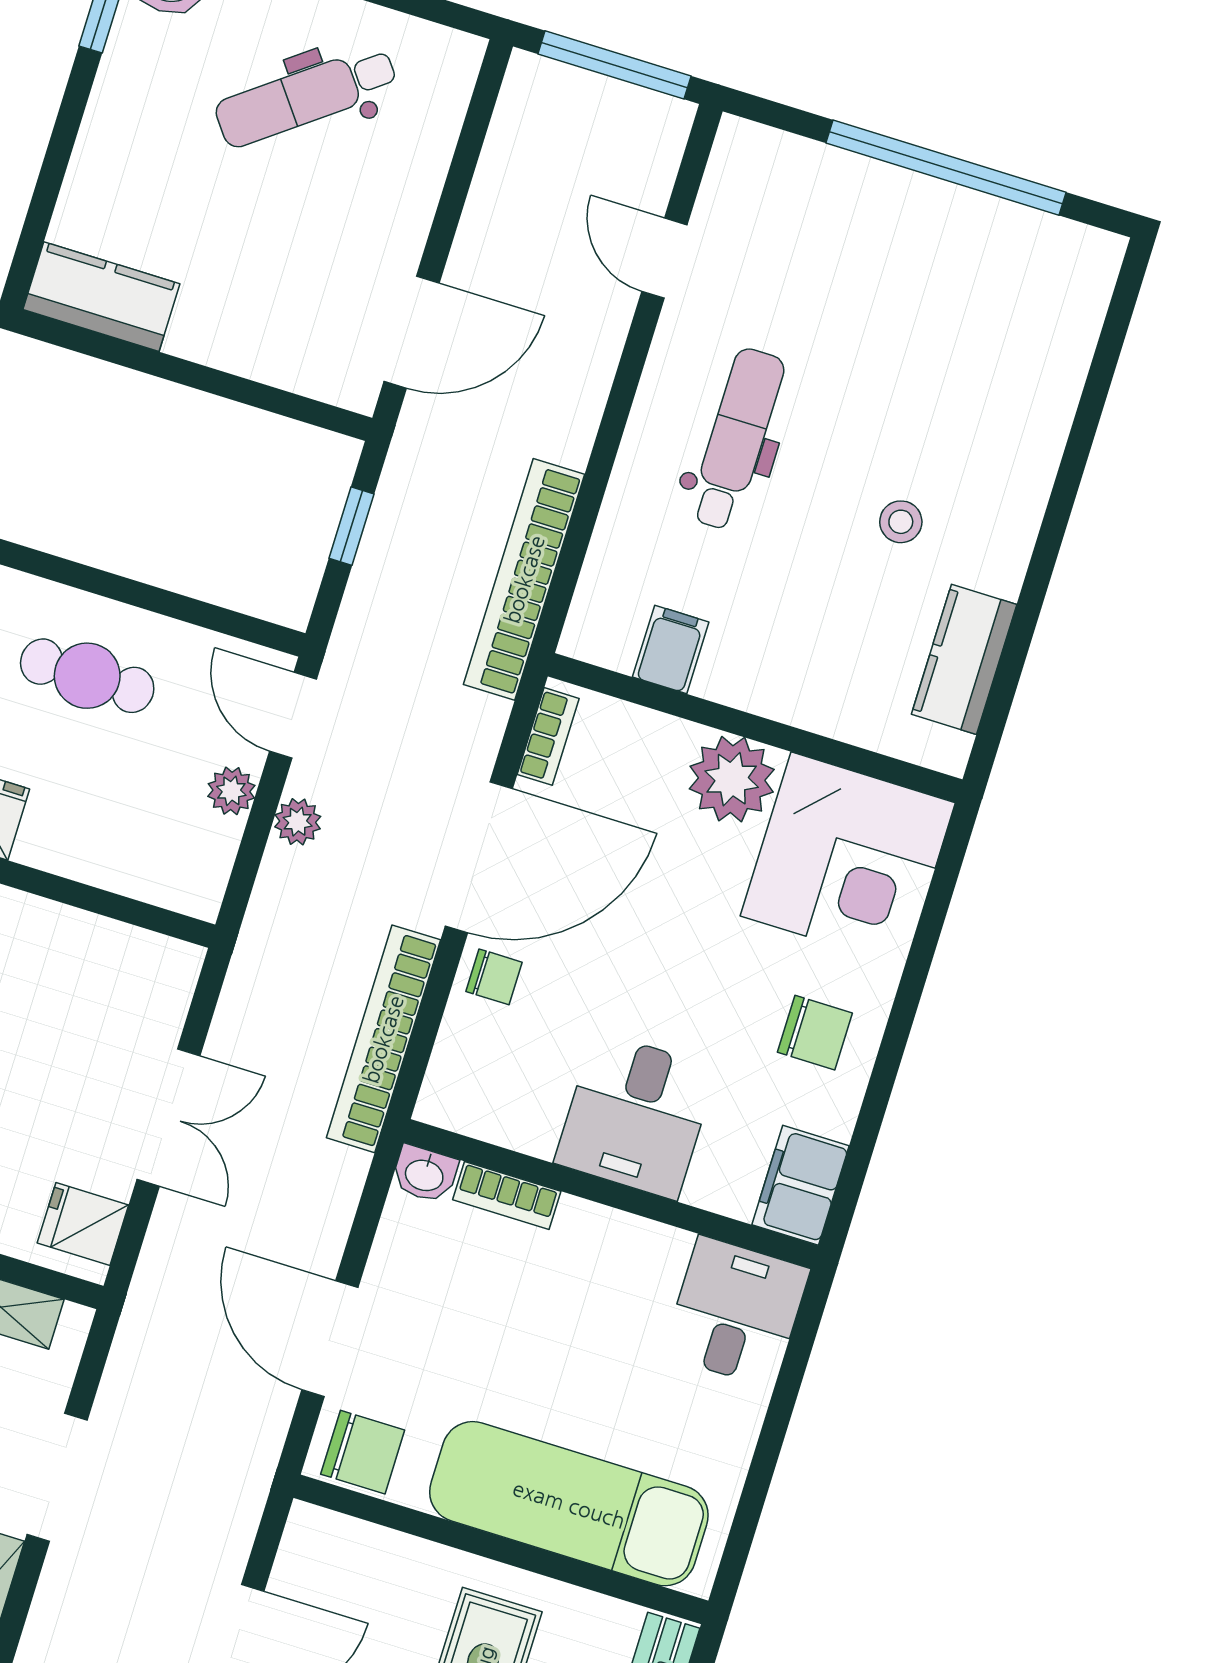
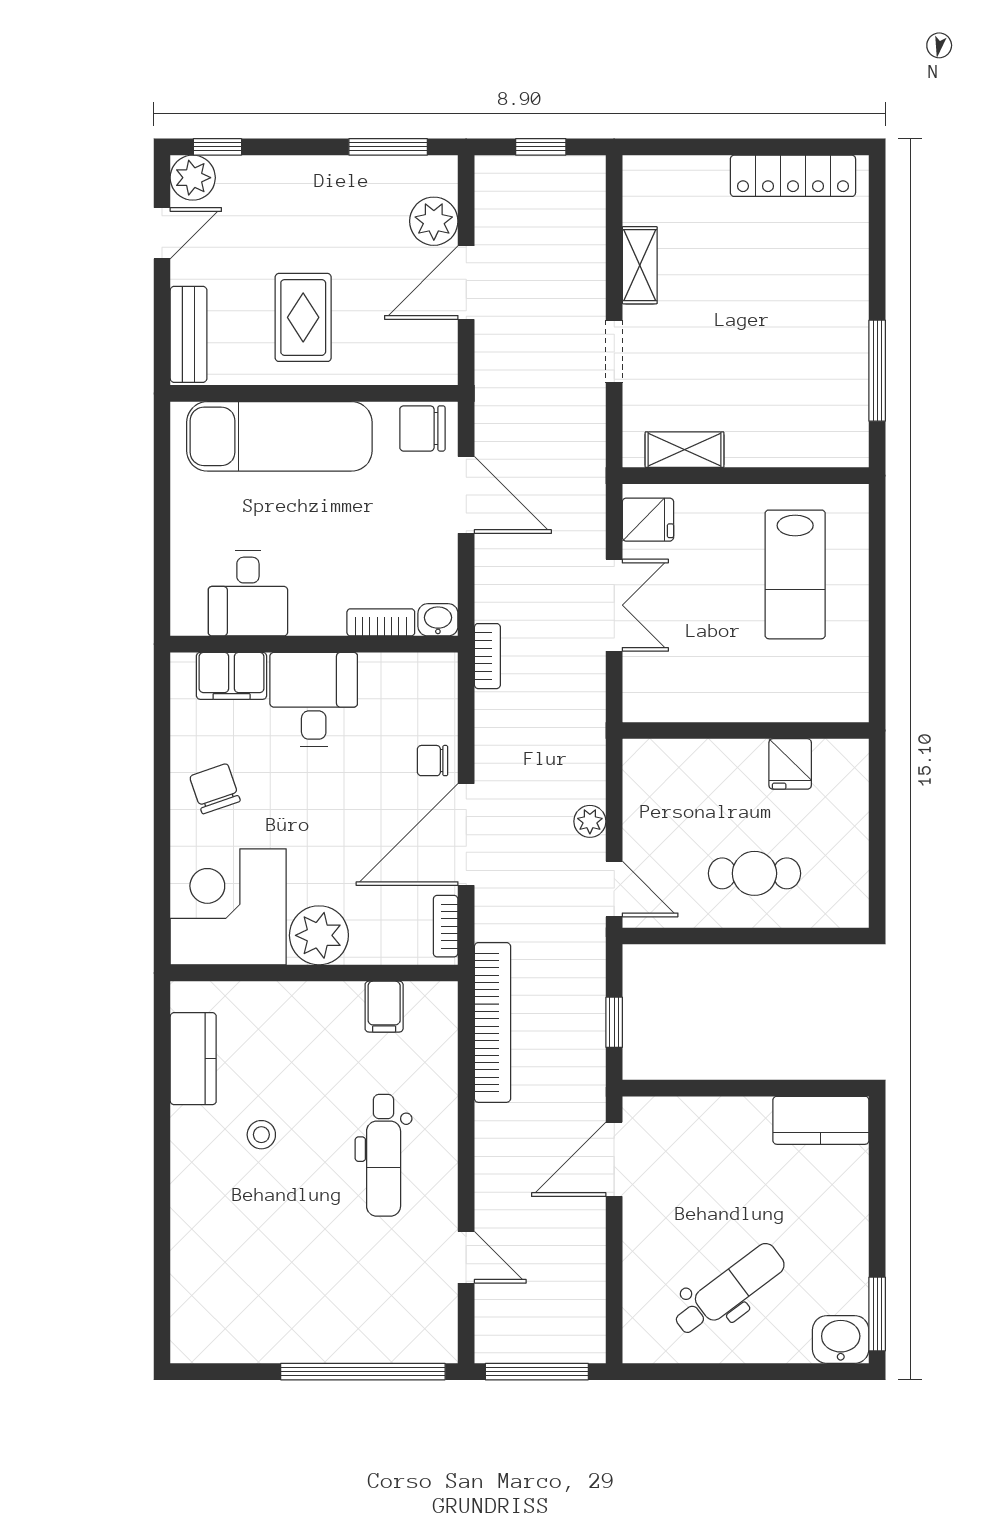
window: (946, 168) -> (363, 1372), moved
plant: (231, 791) -> (639, 828), removed
chair: (815, 1033) -> (215, 789), turned 71
bookcase: (383, 1039) -> (487, 656), width x0.43, depth x0.76
double door: (169, 1117) -> (614, 605), swing flipped
filing cabinet: (801, 1185) -> (232, 676), moved, turned 90
desk: (736, 1312) -> (248, 593), moved
doorway: (57, 1477) -> (614, 351), width x0.73

